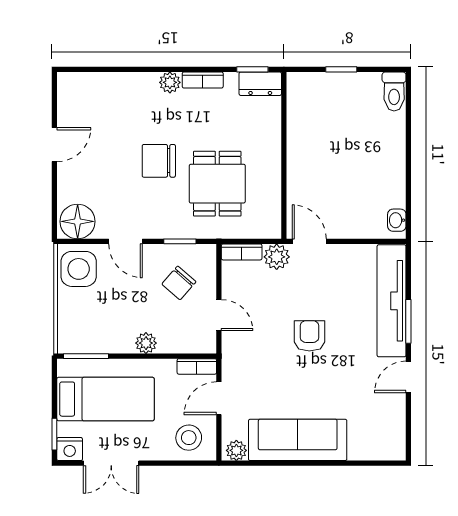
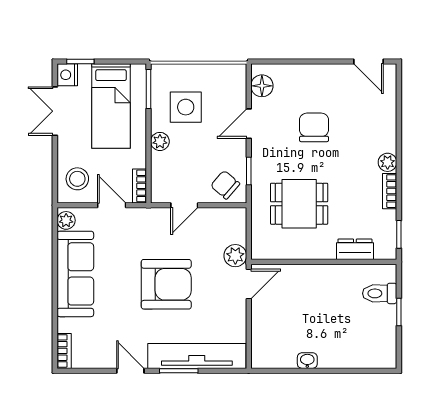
dresser: (260, 84) -> (355, 249), moved, turned 90
toilet: (394, 91) -> (380, 293), moved
door: (54, 145) -> (369, 62), moved
chair: (159, 161) -> (314, 127), moved
washbasin: (397, 220) -> (307, 361), moved
floor lamp: (78, 221) -> (262, 86), width x0.73, depth x0.73
bookcase: (242, 252) -> (64, 351), moved, turned 180
side table: (79, 269) -> (186, 107), moved
chair: (179, 283) -> (225, 185), moved
armchair: (309, 336) -> (166, 284), width x1.88, depth x1.88

